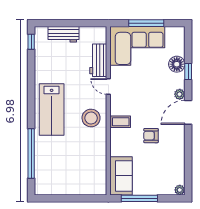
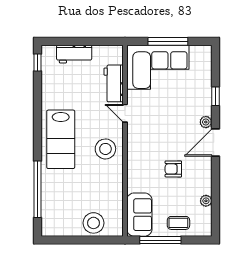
floor lamp: (177, 64) -> (203, 88), removed
coffee table: (121, 122) -> (178, 223), moved
stool: (81, 183) -> (93, 223), added
plant: (180, 190) -> (206, 201), moved

